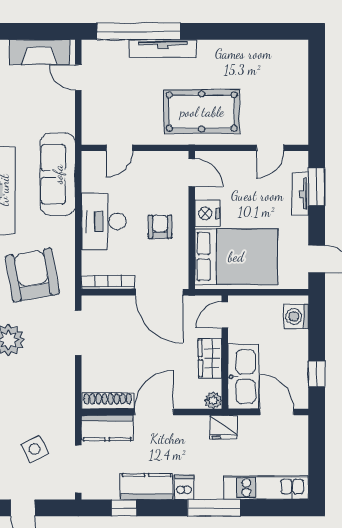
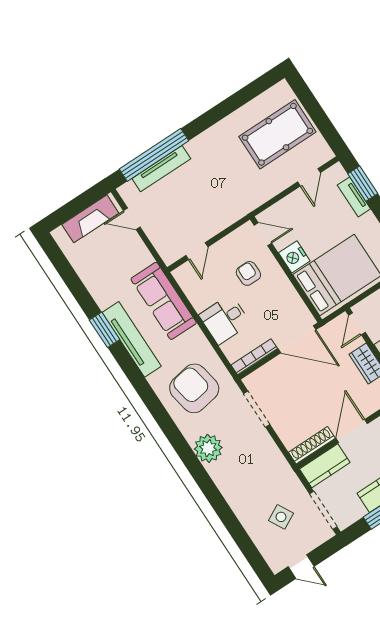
tv unit: (163, 49) -> (161, 169), moved
pool table: (202, 112) -> (277, 134), moved
desk: (104, 221) -> (225, 319), width x0.73
armchair: (160, 227) -> (248, 273), moved

